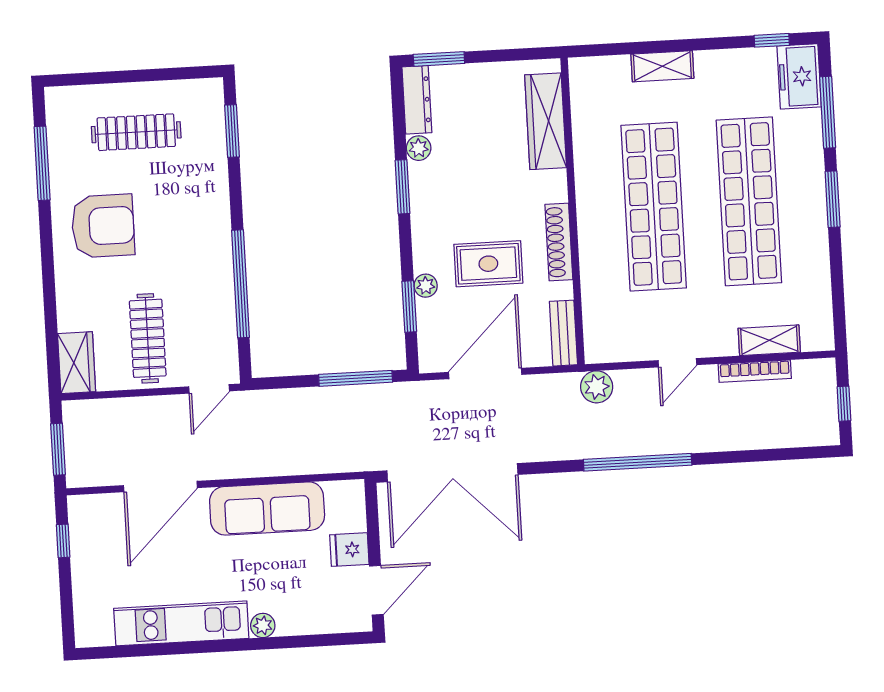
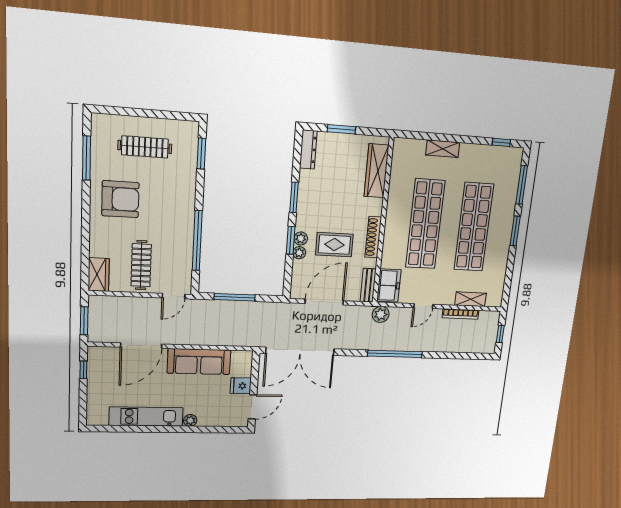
window: (439, 59) -> (342, 129), moved
freezer: (799, 76) -> (389, 285), moved, turned 180
plant: (419, 148) -> (301, 239), moved
window: (409, 306) -> (291, 240), moved
window: (356, 378) -> (235, 297), moved

